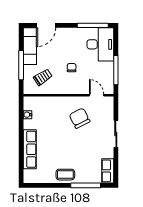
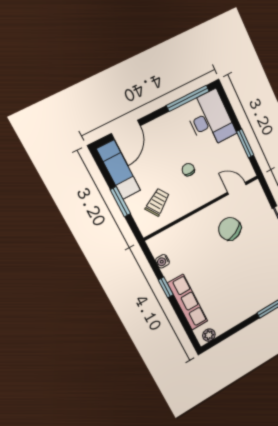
window: (21, 65) -> (120, 202), width x0.69
window: (116, 70) -> (245, 143), width x0.69
window: (21, 132) -> (166, 287), added
coffee table: (65, 175) -> (246, 307), removed
plant: (32, 179) -> (209, 335), added

